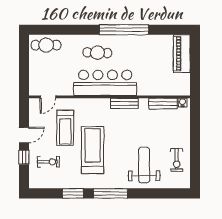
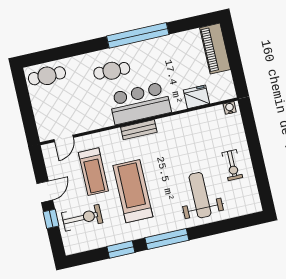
bar counter: (105, 83) -> (140, 103), width x0.73
fridge: (159, 88) -> (196, 97), added
bench: (124, 103) -> (139, 130), moved
bench: (163, 104) -> (206, 115), removed
exercise bike: (177, 160) -> (232, 165), moved
exercise bike: (48, 162) -> (82, 218), width x1.38, depth x1.39

